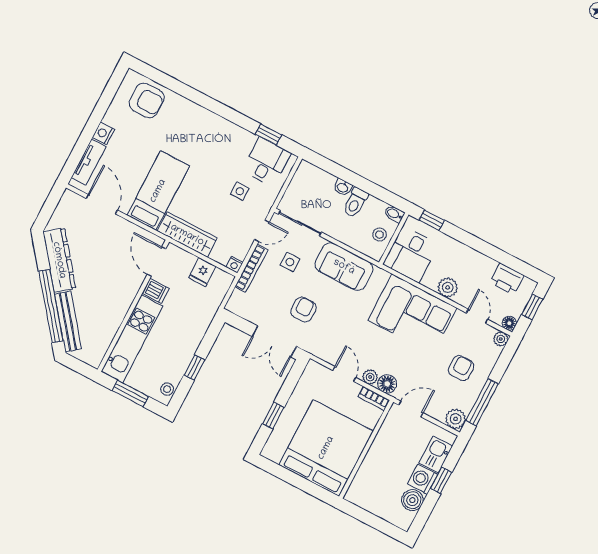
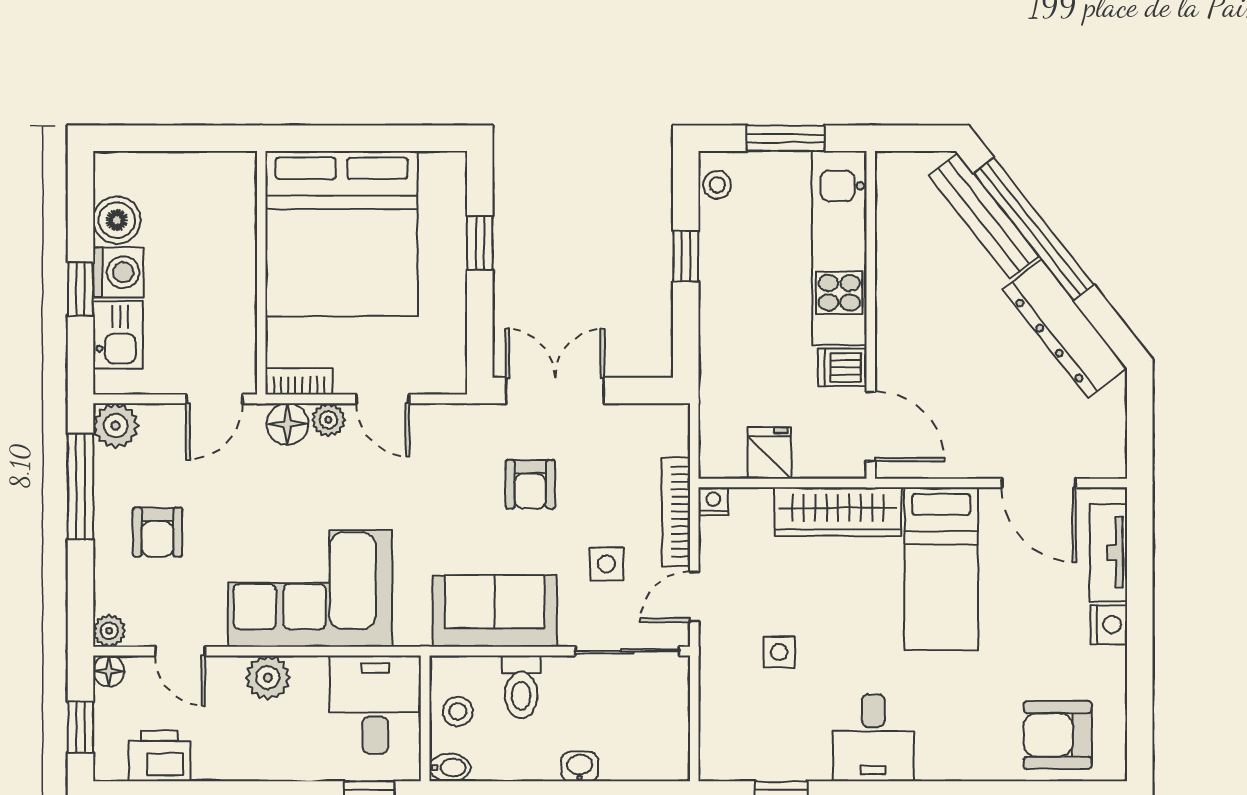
desk: (266, 162) -> (873, 738), moved
toilet: (355, 202) -> (521, 687), moved, turned 180

